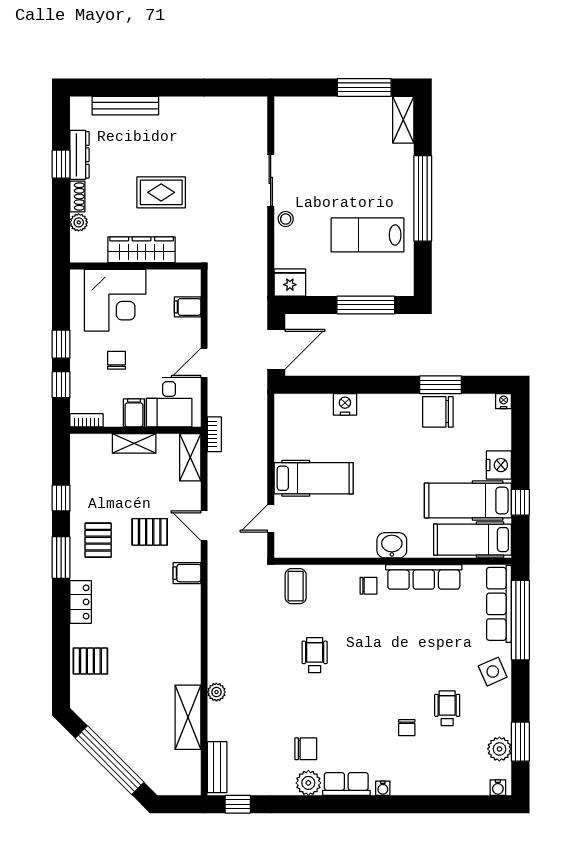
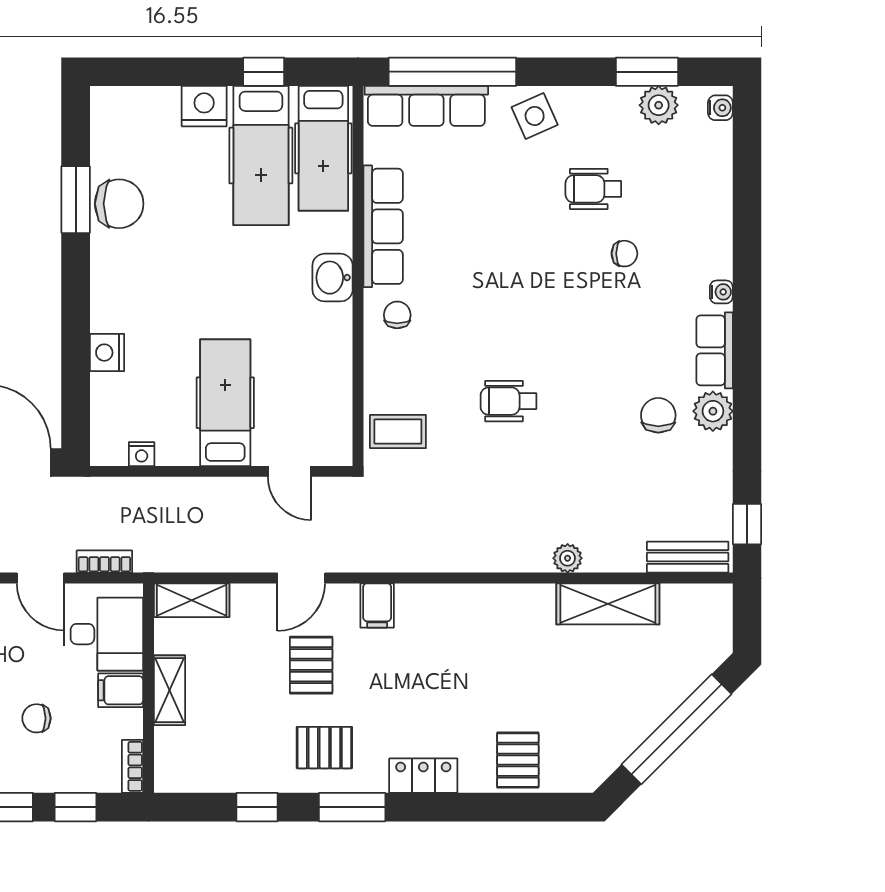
nightstand: (504, 401) -> (142, 454), moved, turned -90
chair: (438, 412) -> (119, 204), turned -90
bookcase: (214, 434) -> (104, 561), moved

